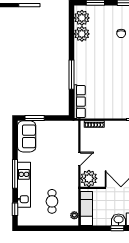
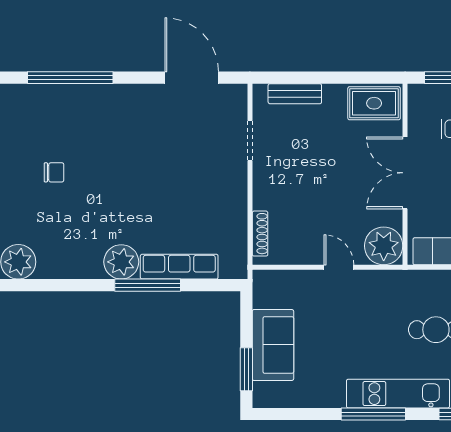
plant: (82, 34) -> (121, 262), moved
row of seats: (80, 102) -> (179, 267), moved
sofa: (27, 136) -> (273, 345), moved, turned 90

